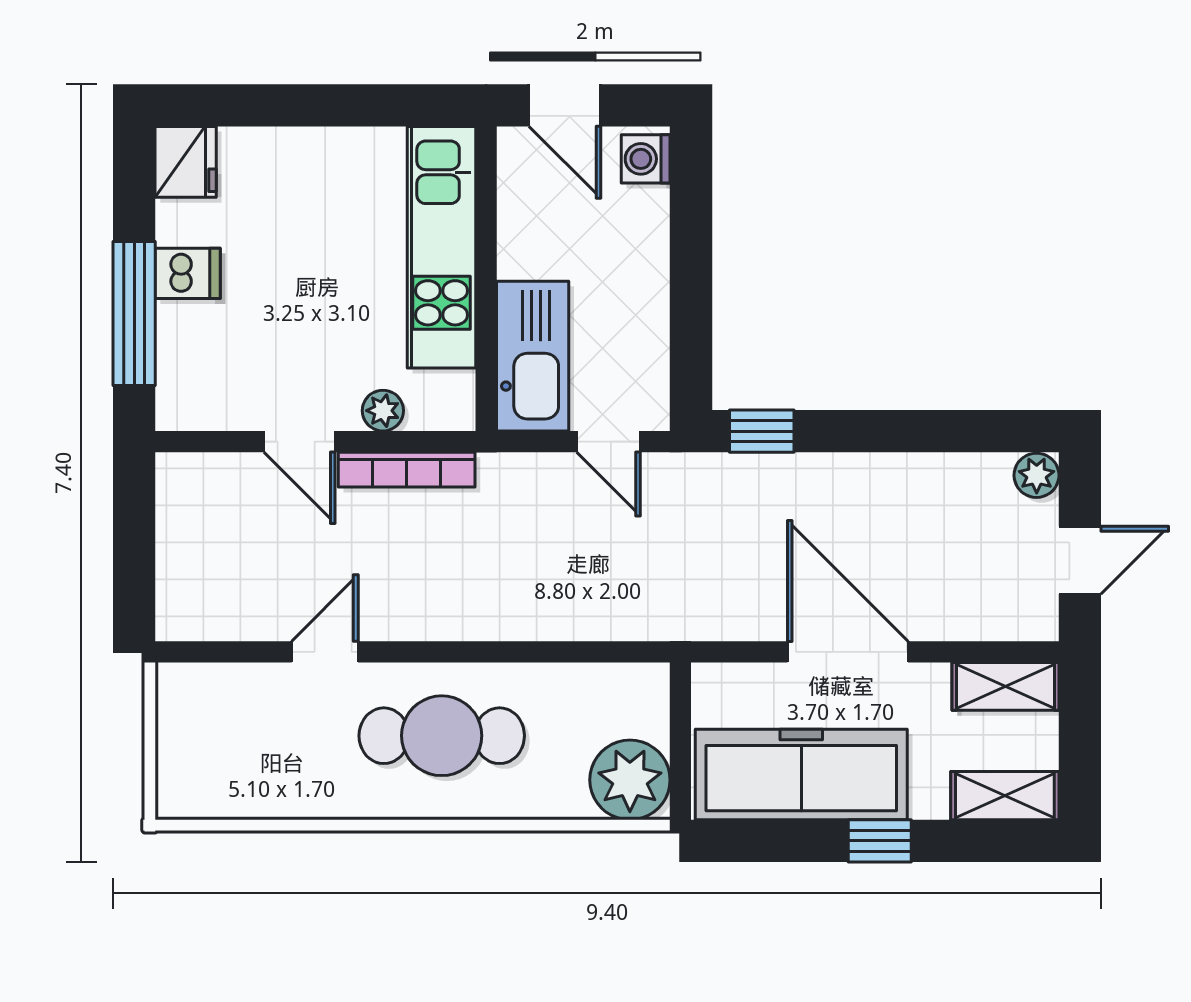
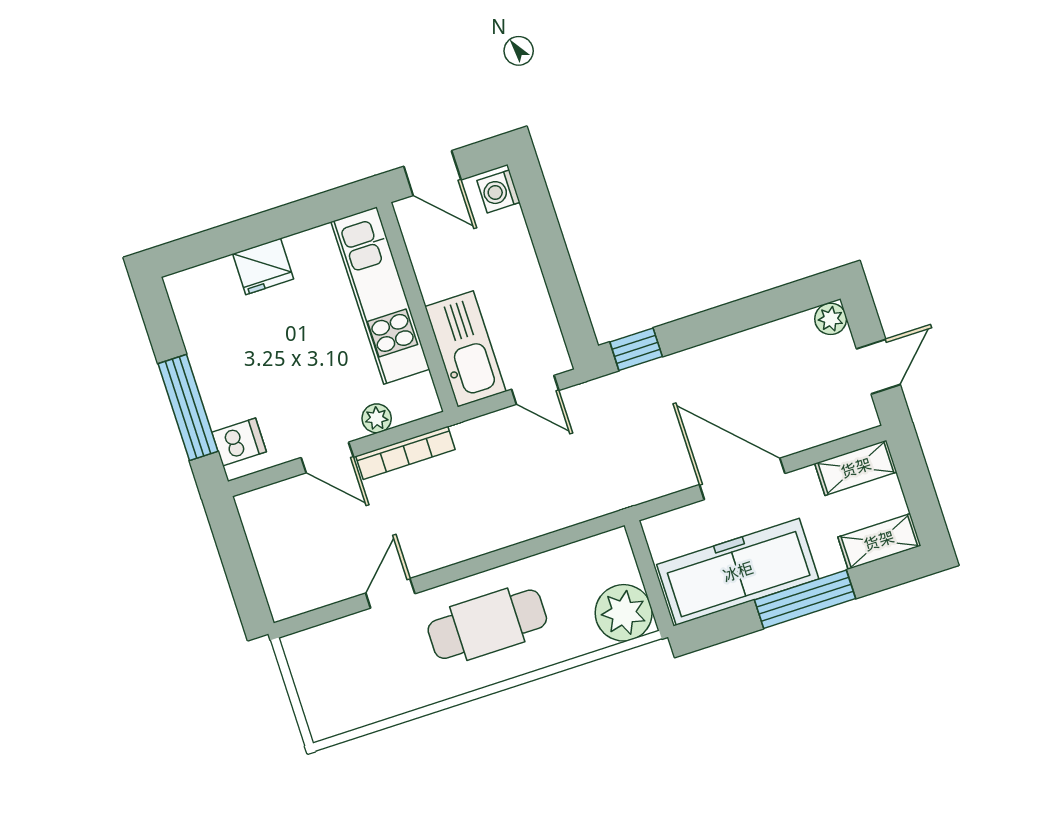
fridge: (186, 162) -> (263, 266), moved, turned 90
dishwasher: (188, 273) -> (239, 442), moved
window: (880, 841) -> (805, 599), width x2.17

